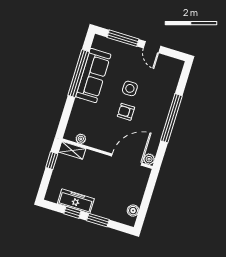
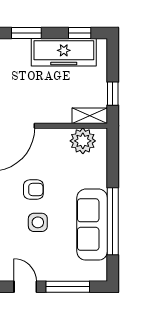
plant: (81, 139) -> (83, 141), width x1.88, depth x1.88
freezer: (76, 201) -> (64, 52), width x1.36, depth x1.26
window: (72, 212) -> (80, 33), moved

